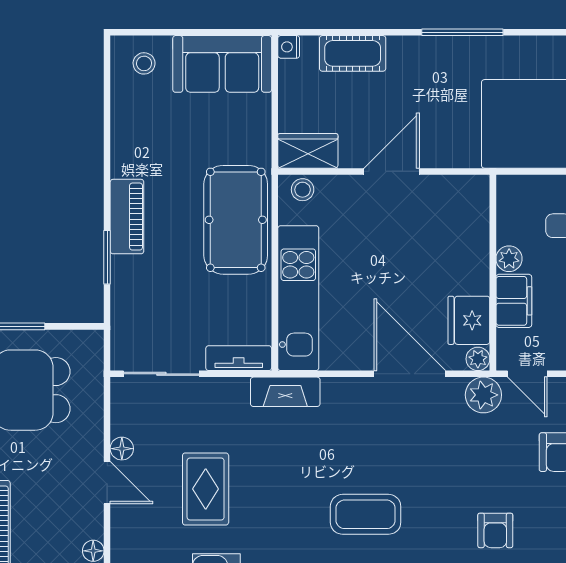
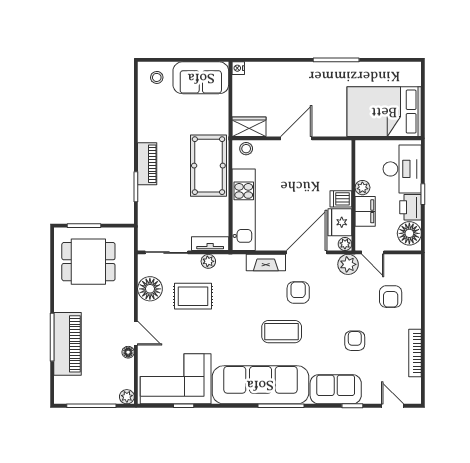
cot: (353, 53) -> (274, 72), removed
dishwasher: (471, 279) -> (341, 199), added
door: (410, 374) -> (307, 252), hinge flipped
plant: (235, 390) -> (208, 261), added
fireplace: (285, 392) -> (266, 263), moved
armchair: (395, 445) -> (298, 292), added
floor lamp: (122, 449) -> (150, 289), width x1.89, depth x1.89
door: (107, 483) -> (136, 333), moved
rug: (206, 489) -> (193, 296), moved, turned 90
armchair: (495, 530) -> (355, 341), turned 180

